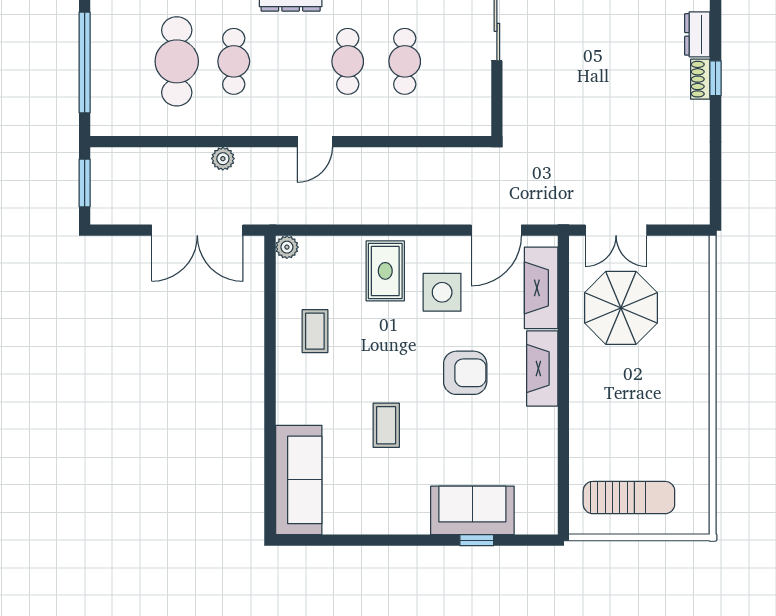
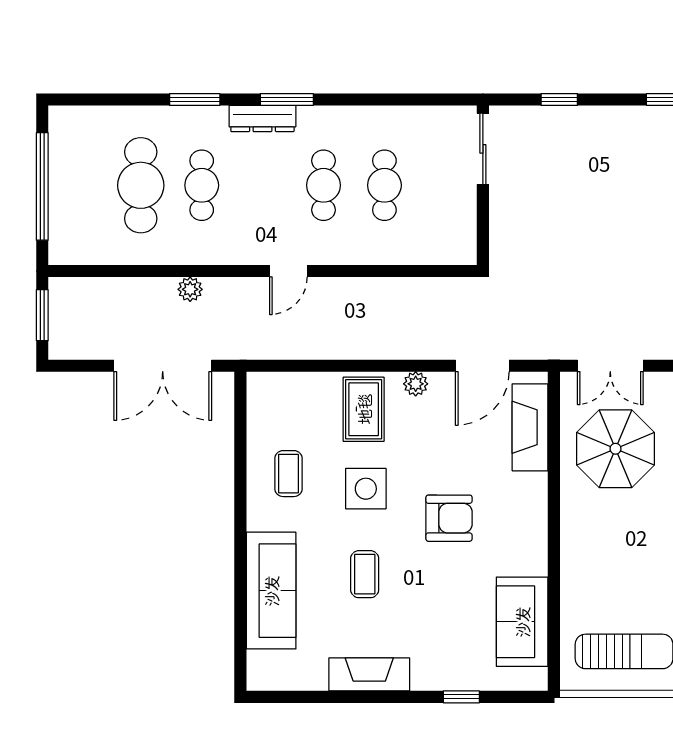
plant: (287, 247) -> (416, 384), moved
side table: (442, 292) -> (366, 489), moved
fireplace: (542, 369) -> (369, 674), moved, turned 90
sofa: (299, 480) -> (271, 591), moved
sofa: (472, 510) -> (522, 622), moved, turned -90

